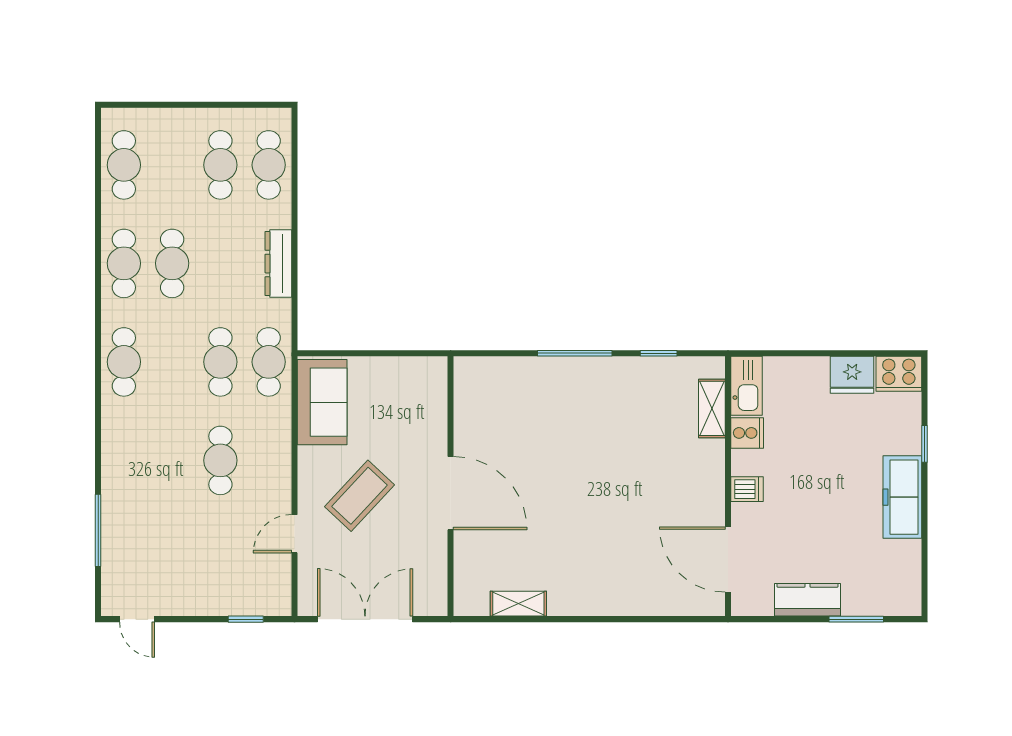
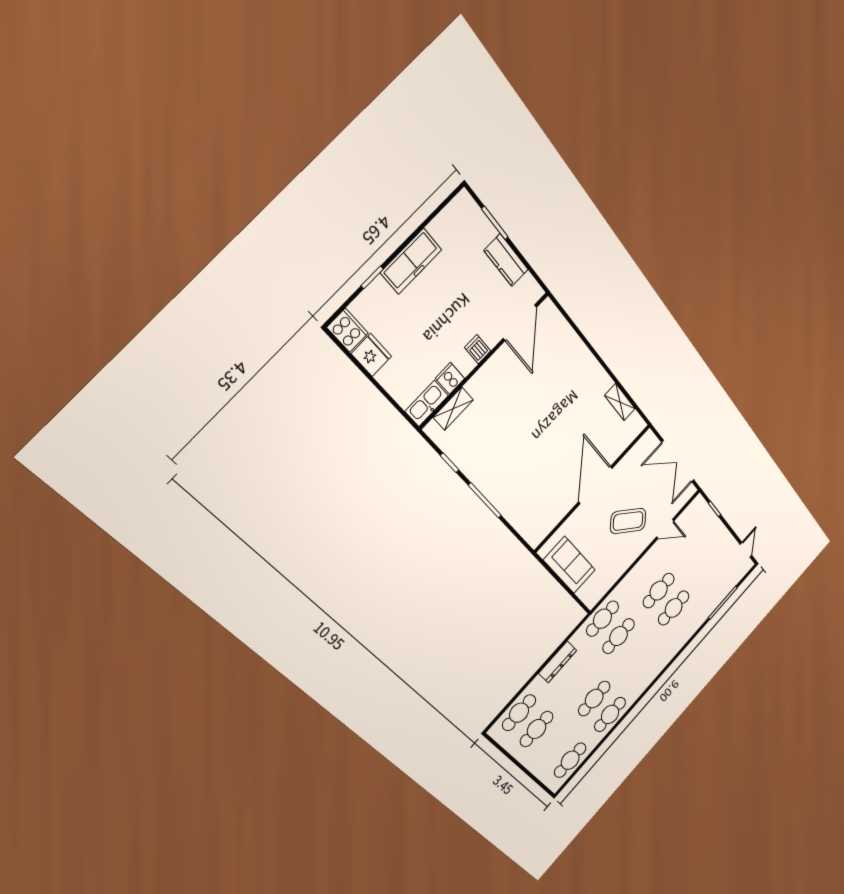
cafe table: (124, 362) -> (674, 608), moved
sofa: (322, 402) -> (569, 565), moved, turned 90

